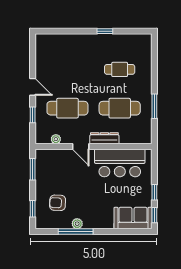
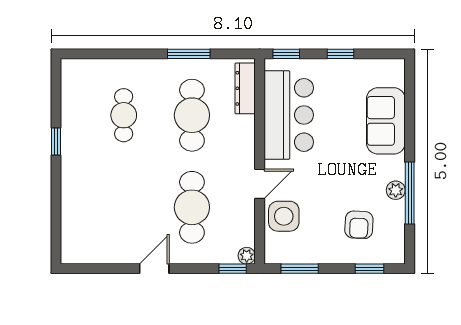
window: (33, 115) -> (233, 269), moved
dresser: (104, 138) -> (245, 88), moved
plant: (56, 139) -> (247, 256), moved
side table: (62, 160) -> (284, 216), added
window: (154, 215) -> (286, 54), moved
sofa: (133, 218) -> (386, 121), moved

